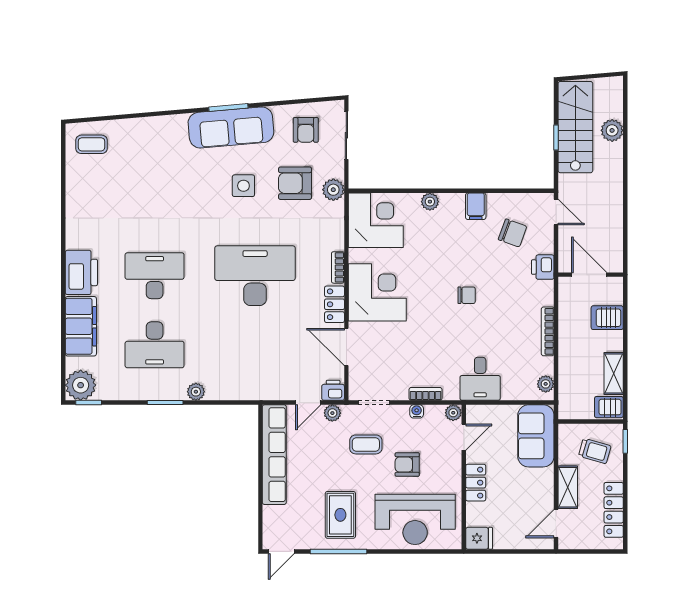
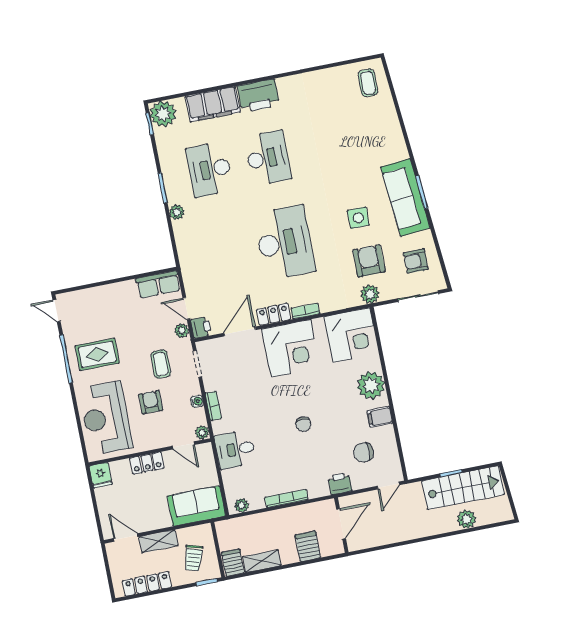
plant: (430, 202) -> (371, 385), width x1.87, depth x1.87
chair: (513, 233) -> (363, 452), turned 70
row of seats: (274, 455) -> (158, 284), width x0.50

